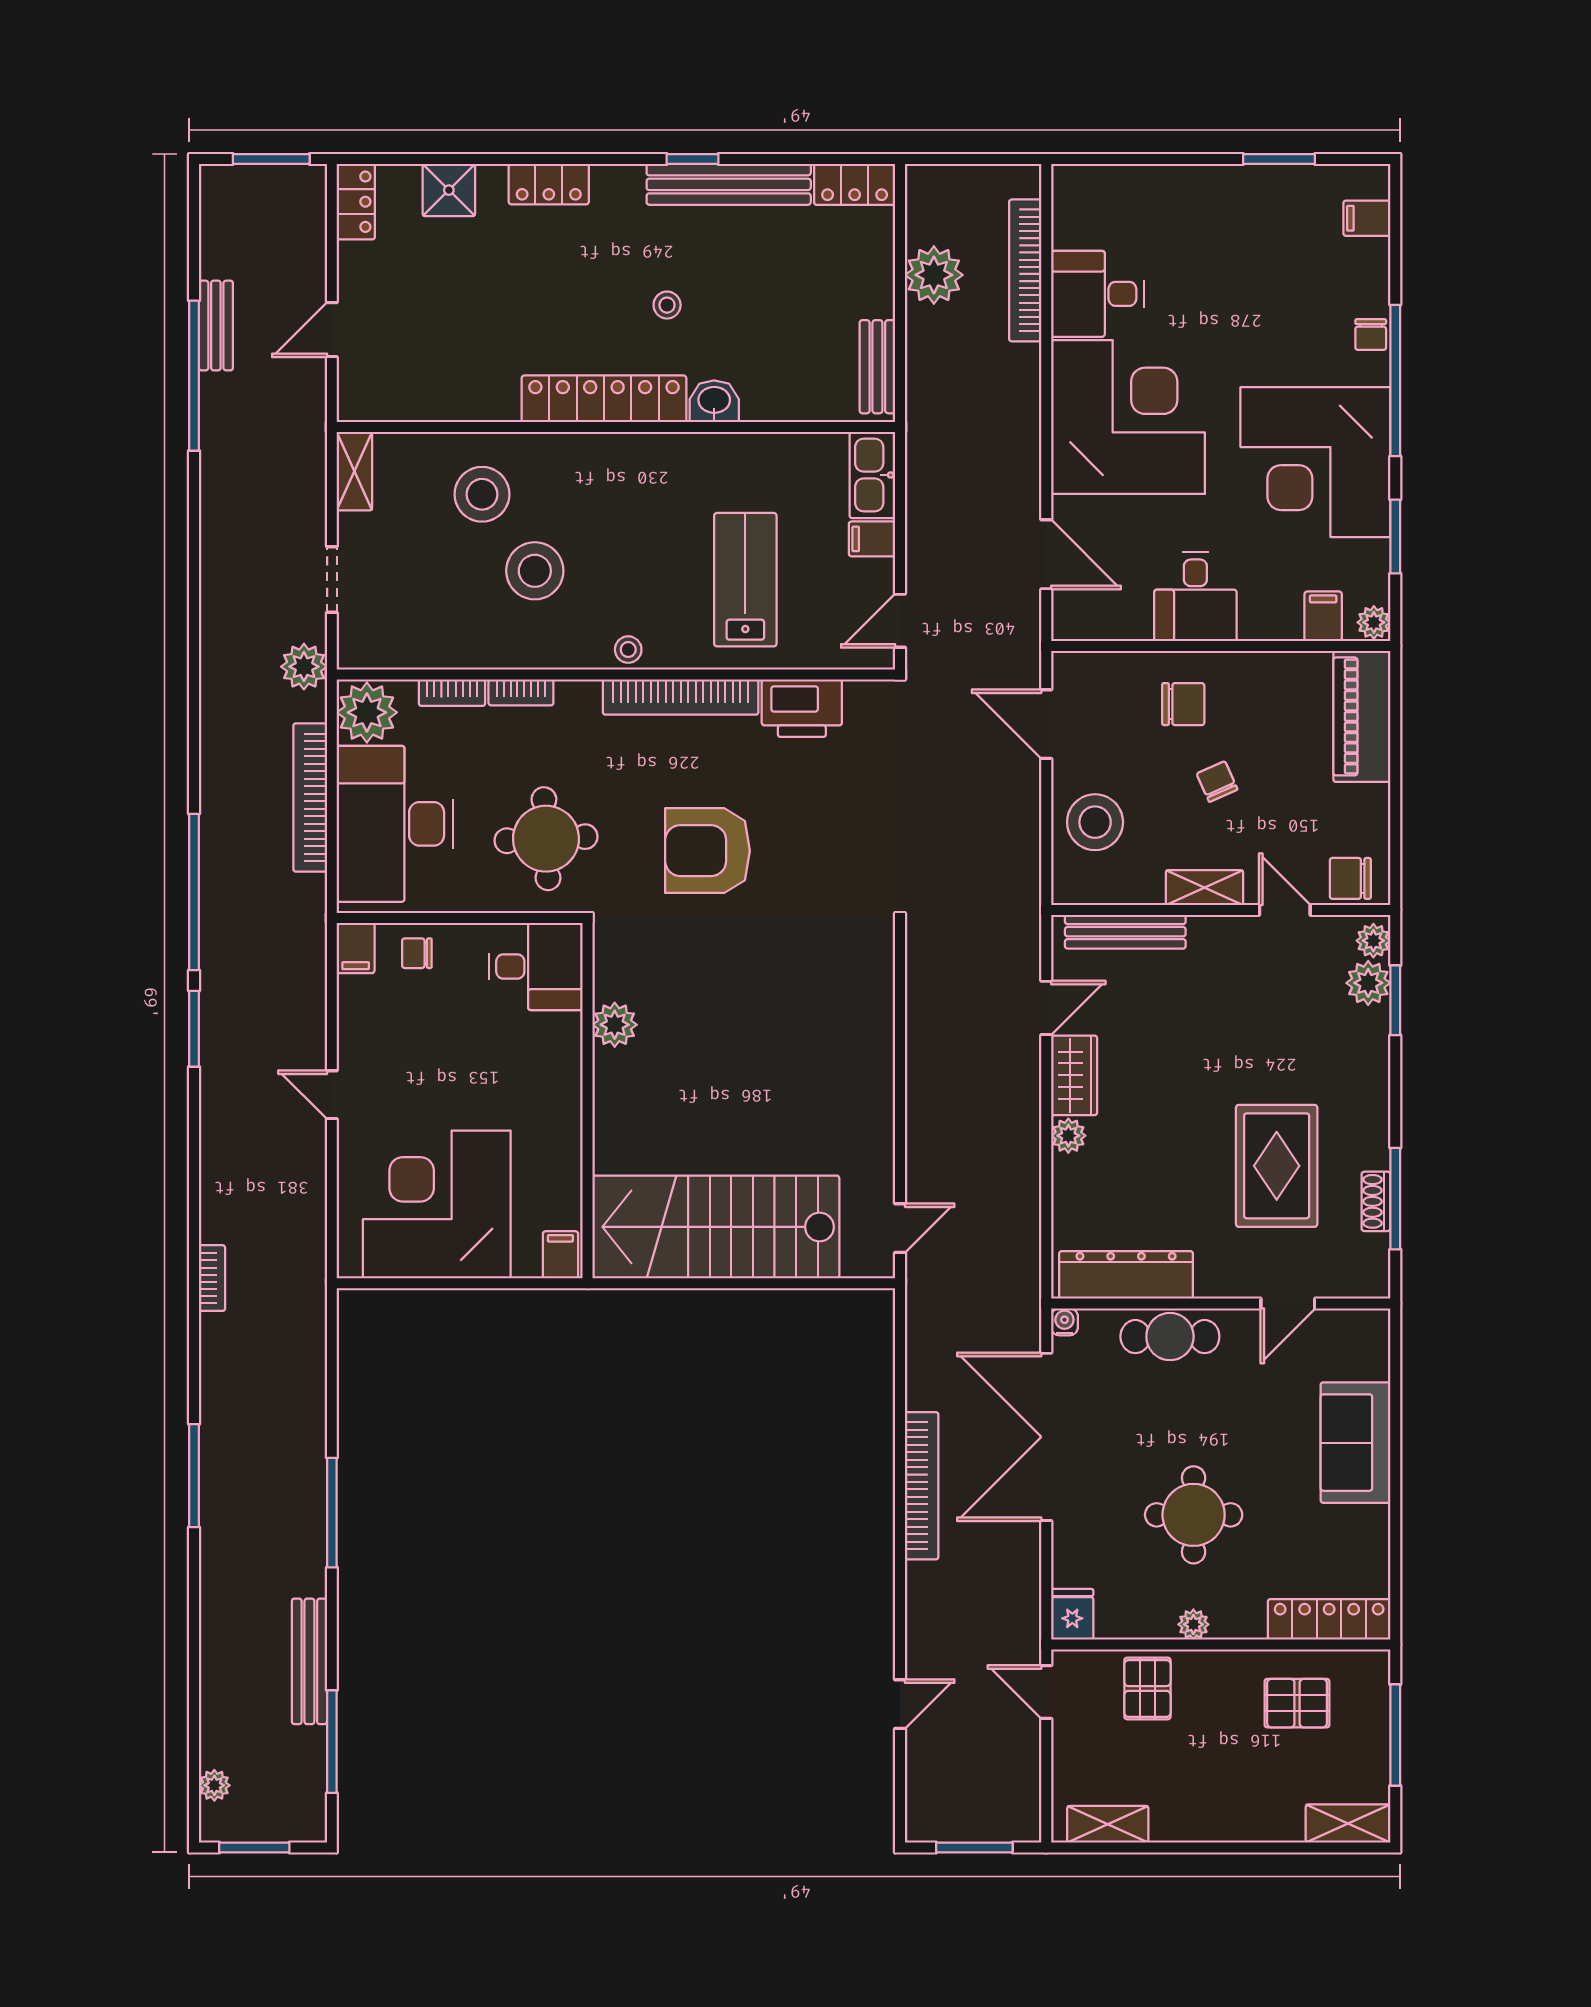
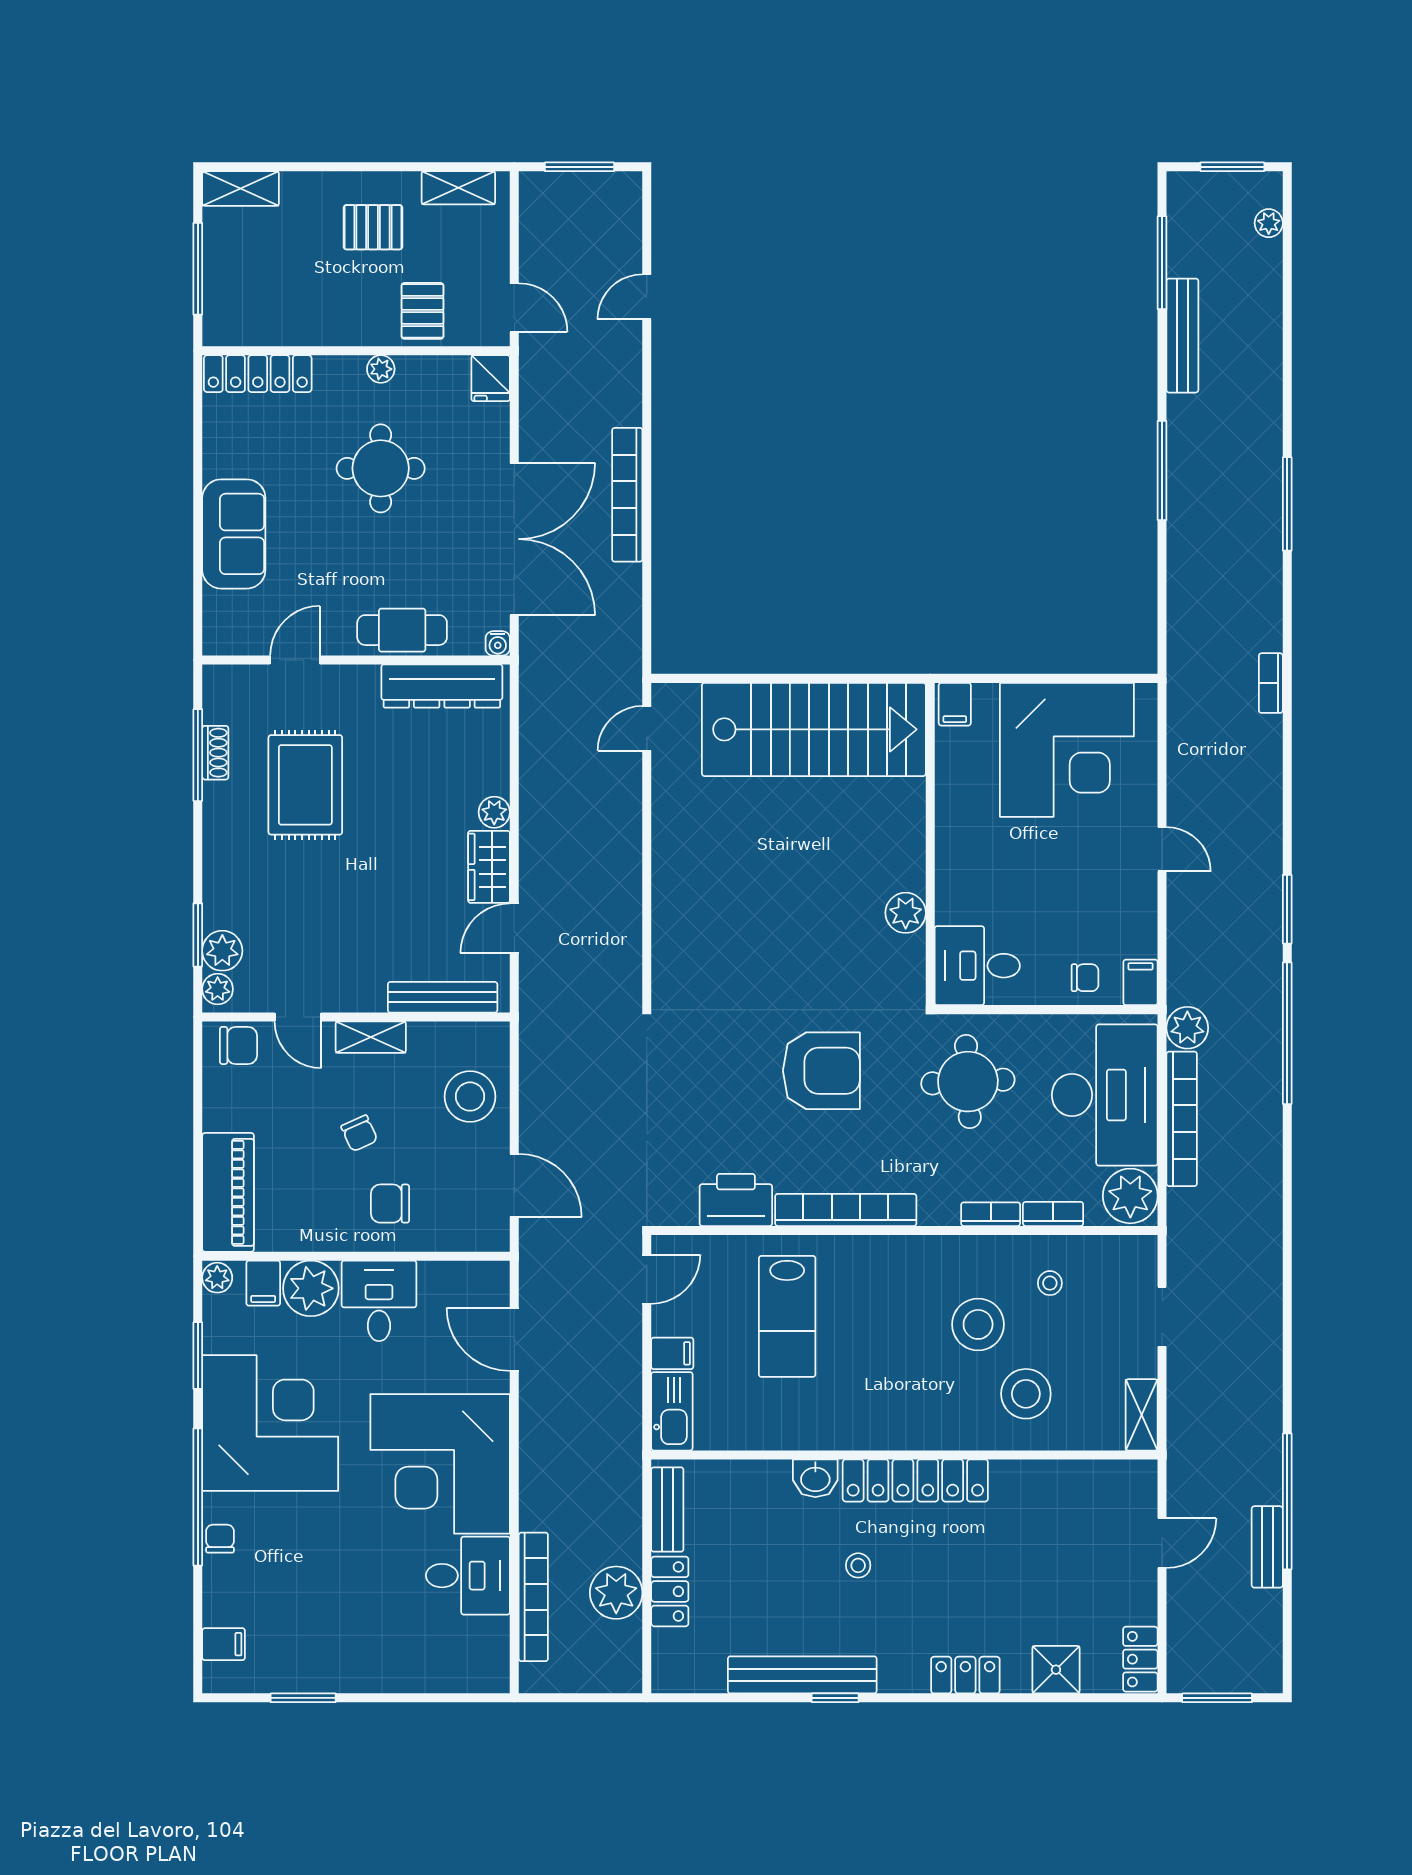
locker: (855, 184) -> (670, 1591), moved, turned 90
plant: (1271, 611) -> (311, 1288), added
stool: (628, 650) -> (1050, 1283), moved
plant: (304, 667) -> (1187, 1028), moved
pallet: (1297, 1703) -> (373, 227), moved

